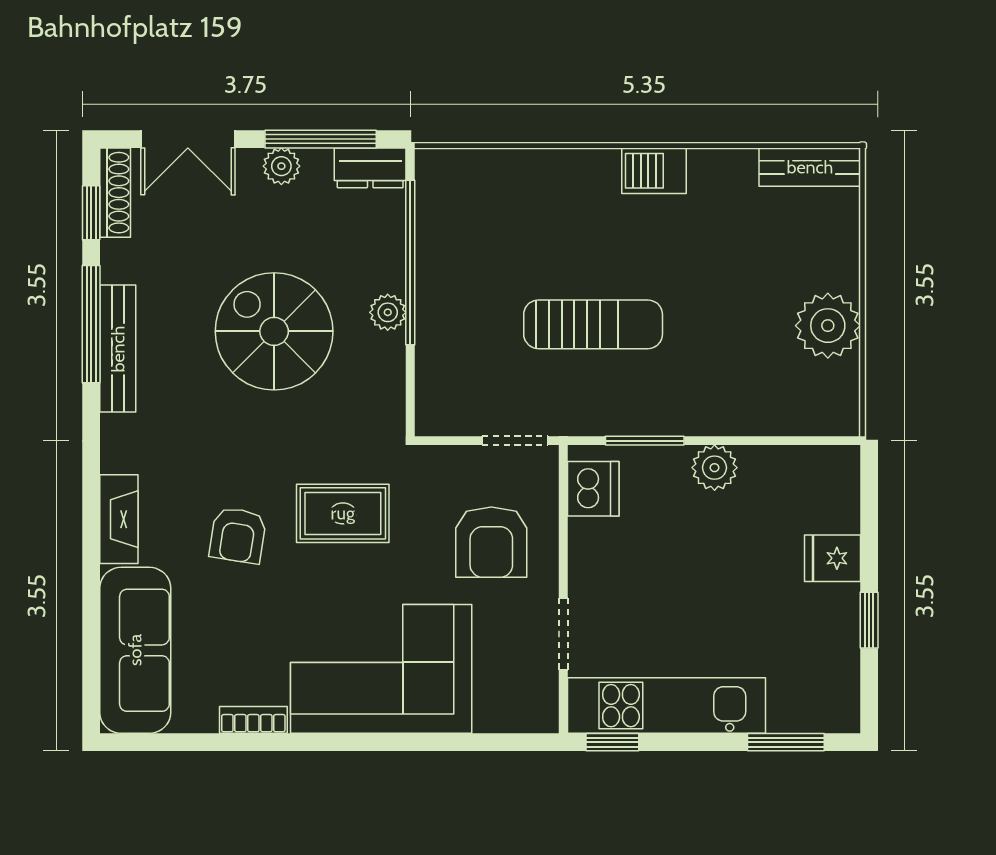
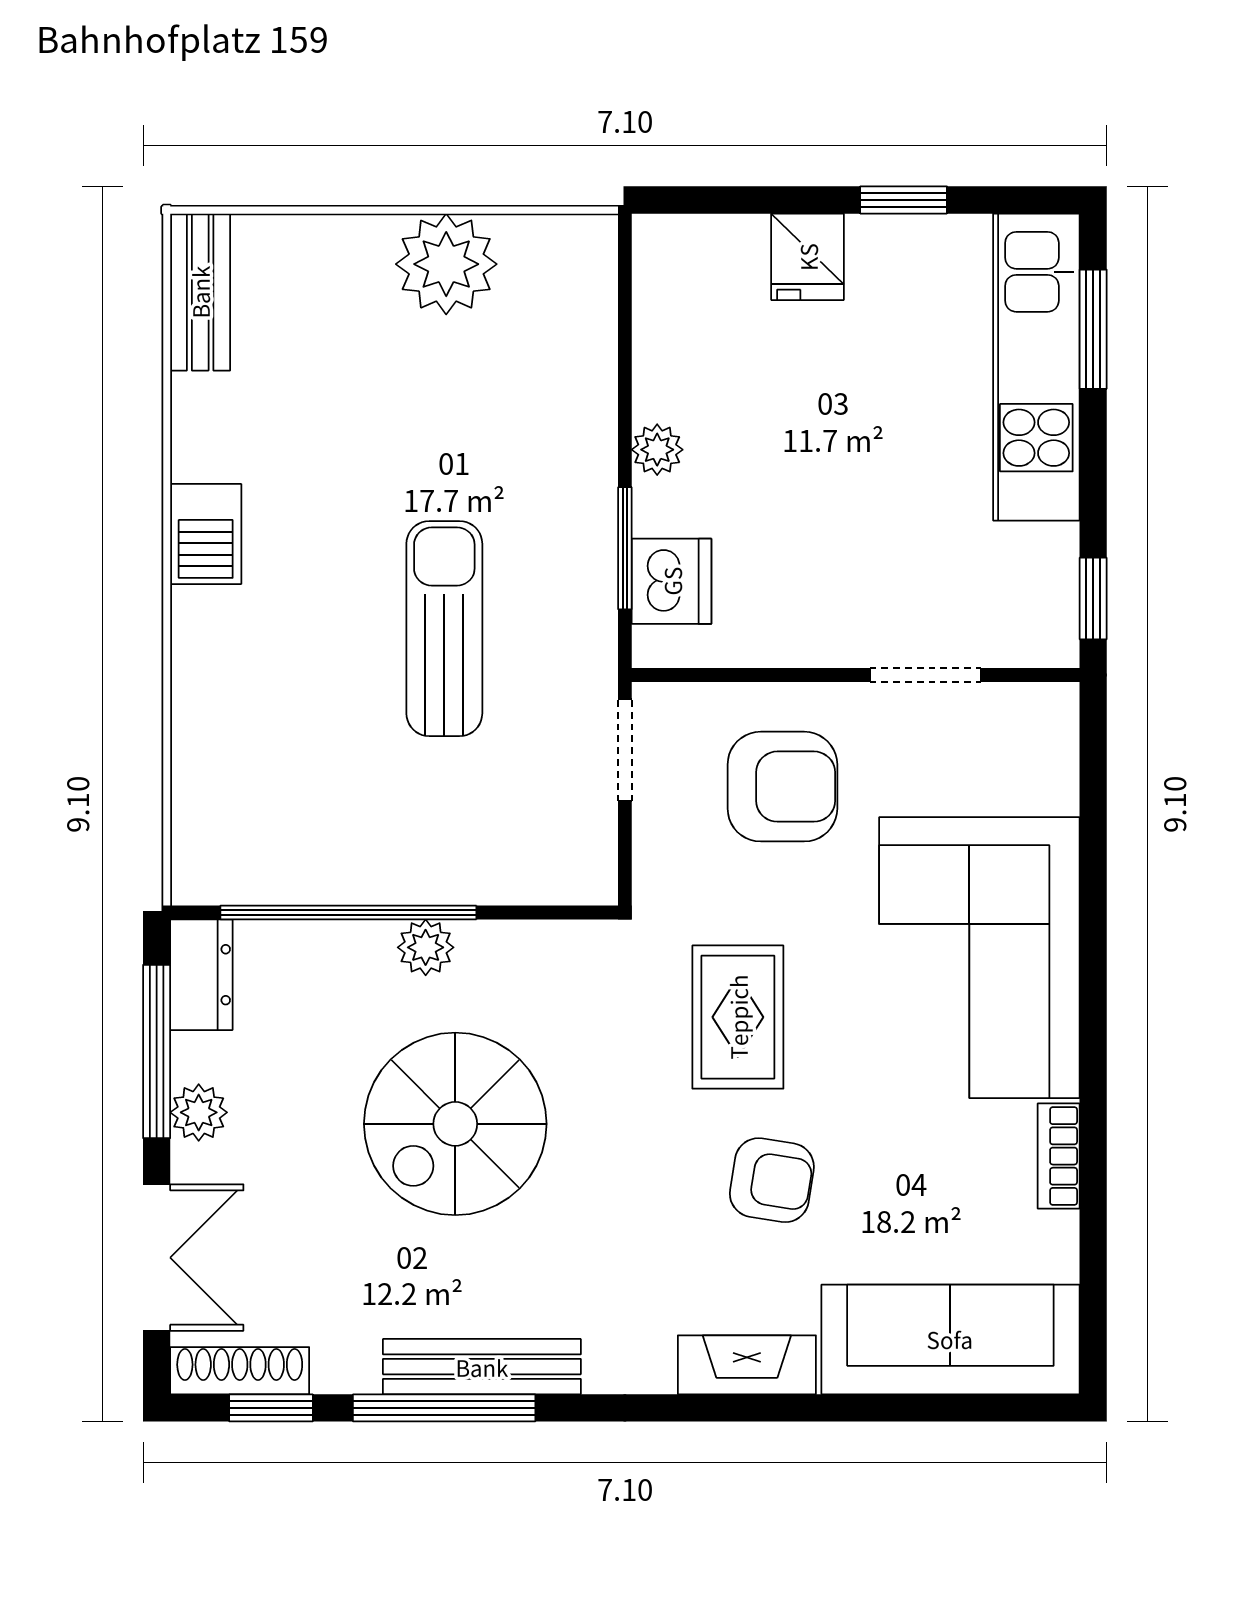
plant: (715, 468) -> (657, 450), width x0.73, depth x0.73
dishwasher: (593, 489) -> (672, 581), moved, turned 90
kitchen unit: (666, 706) -> (1036, 367), moved

